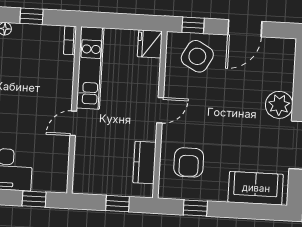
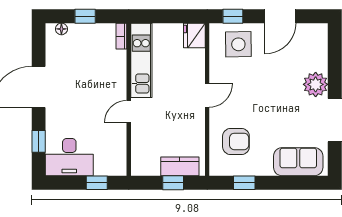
side table: (197, 56) -> (238, 44), turned -30
armchair: (189, 162) -> (236, 141), turned -90
kitchen counter: (144, 163) -> (180, 166), moved, turned 90

